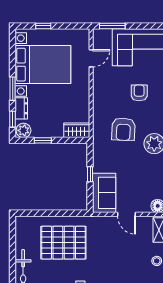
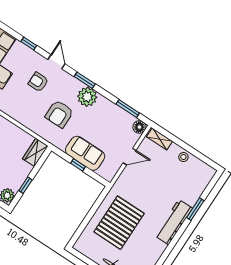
armchair: (123, 129) -> (59, 114), turned 87
sofa: (104, 193) -> (85, 153), moved

